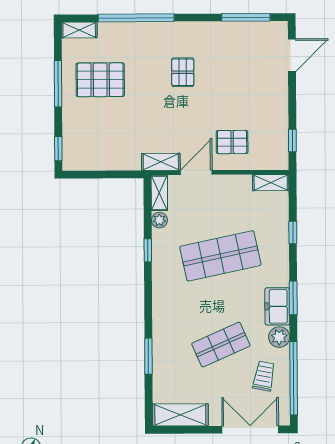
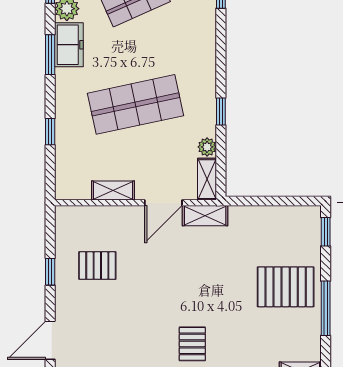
pallet: (183, 72) -> (192, 344), moved
pallet: (100, 80) -> (286, 287), moved
window: (292, 140) -> (50, 272), moved
pallet: (232, 142) -> (97, 266), moved
shelving: (271, 183) -> (113, 191), moved

